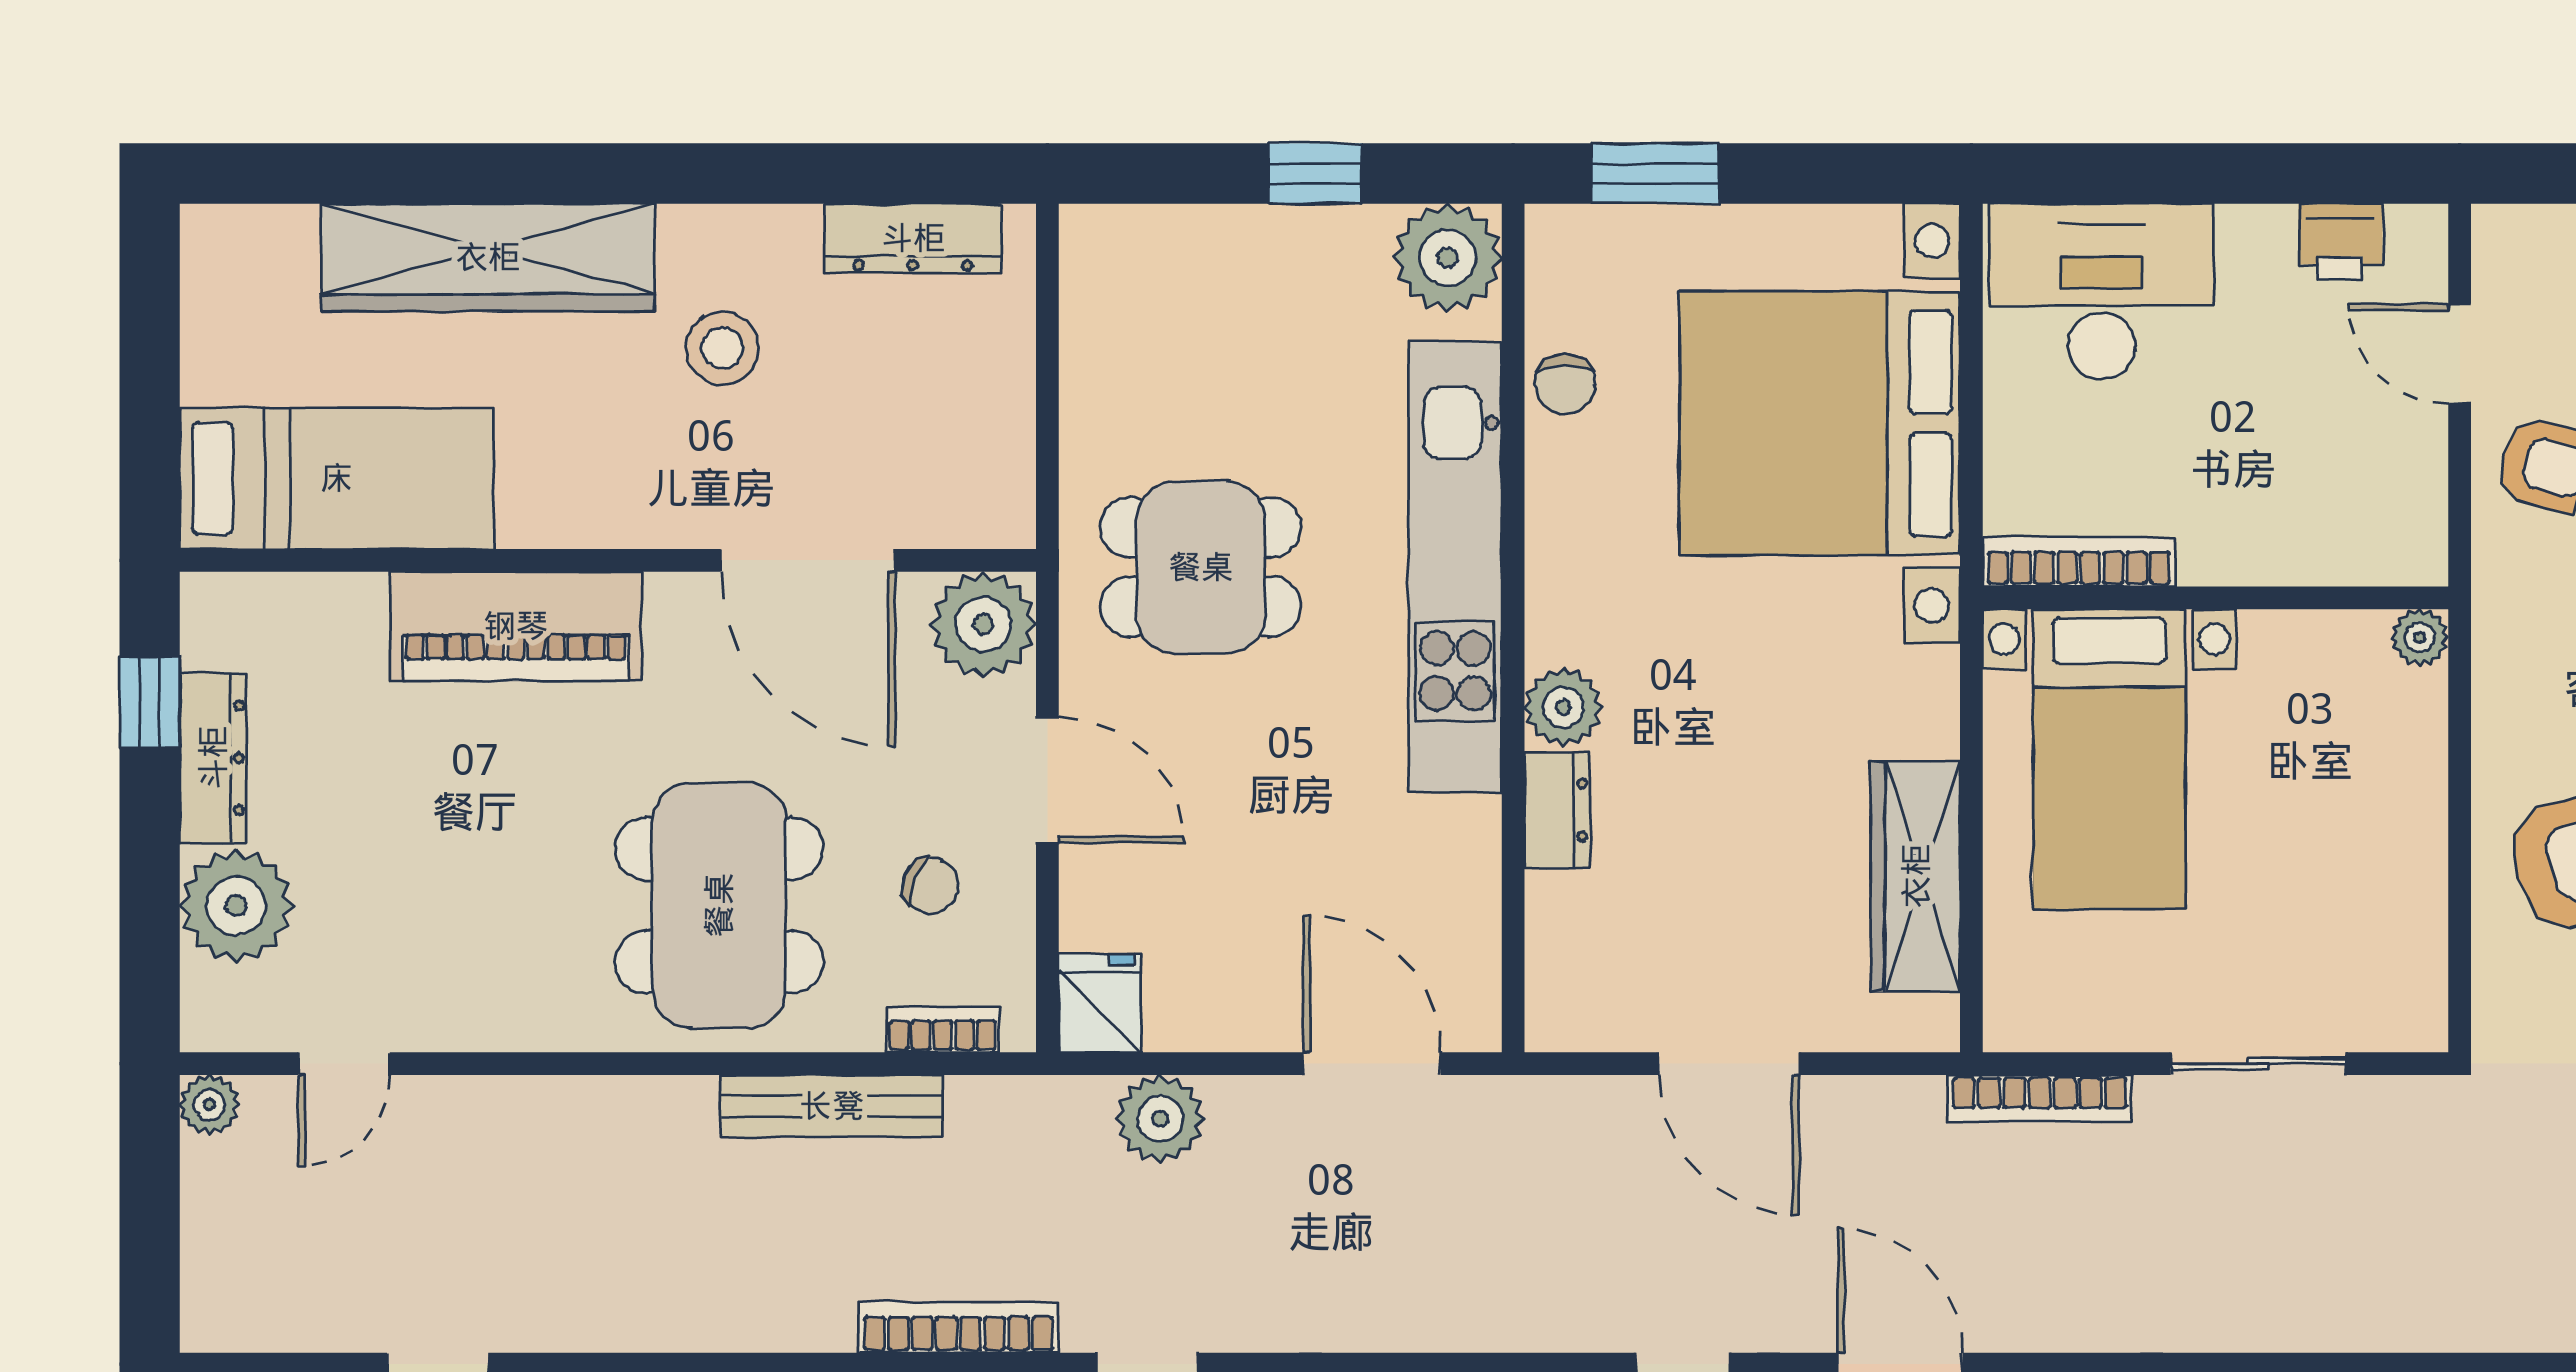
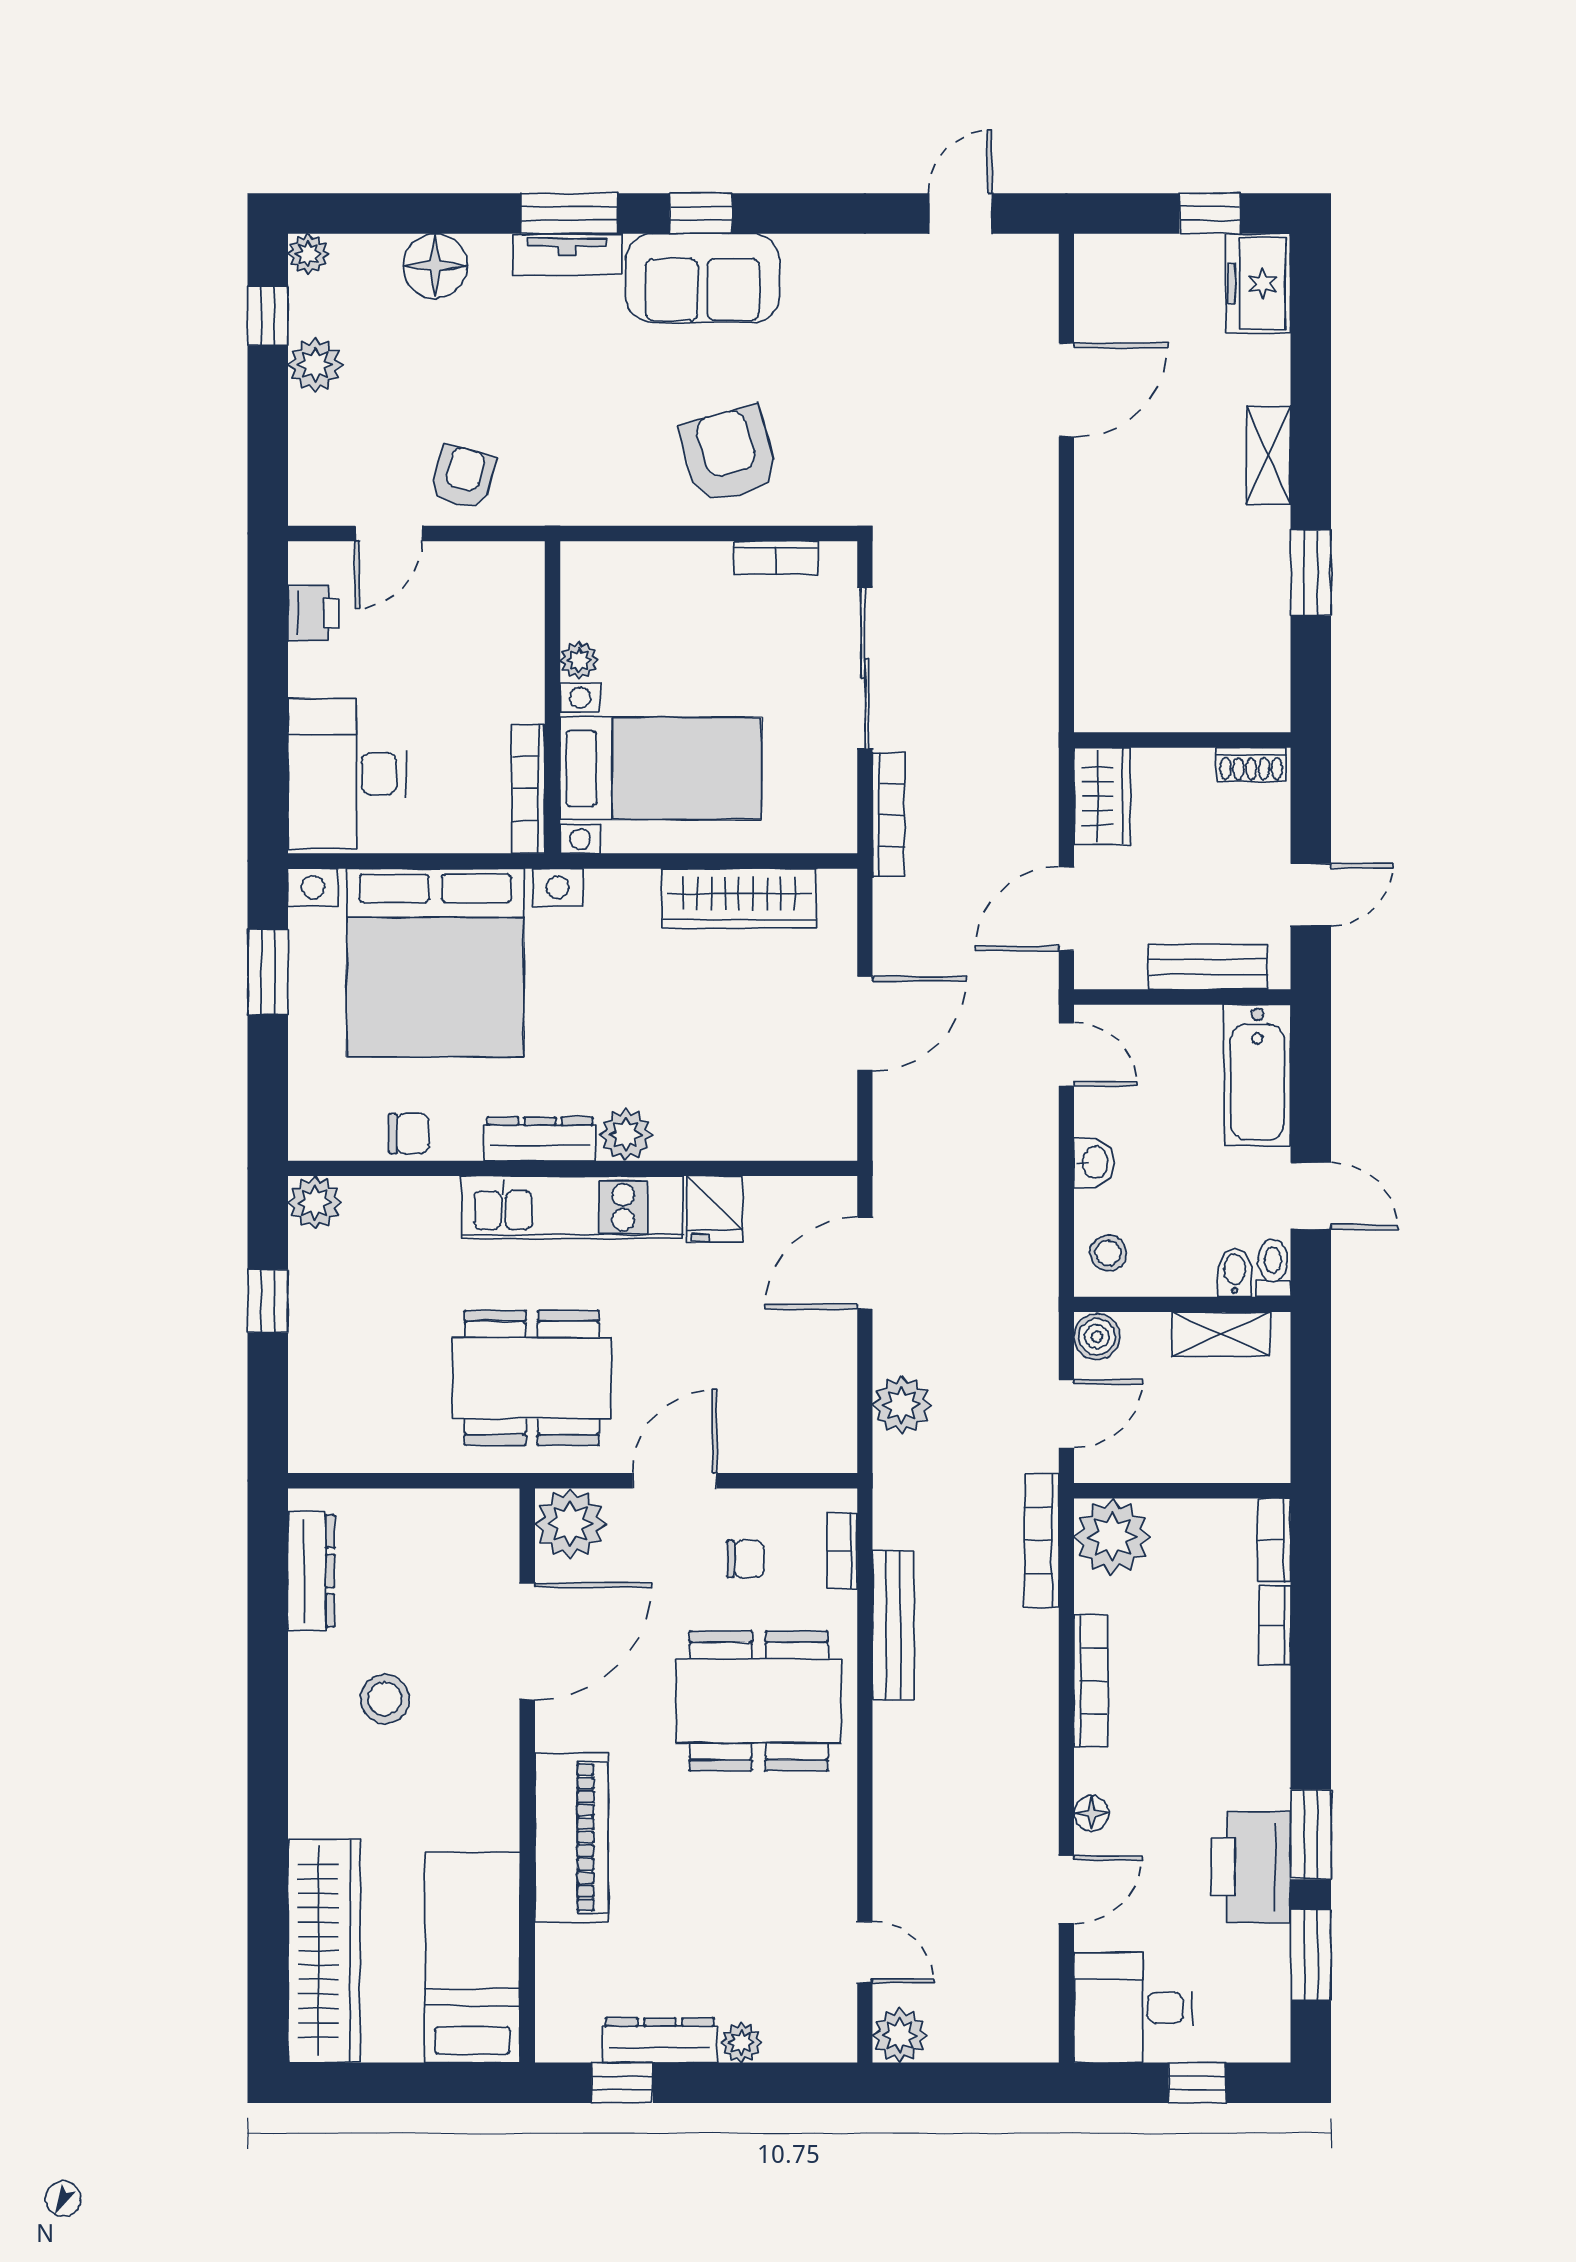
window: (1655, 173) -> (268, 972), moved
wardrobe: (488, 257) -> (324, 1951), moved
plant: (1448, 258) -> (315, 1203), width x0.73, depth x0.73
dining table: (1201, 567) -> (532, 1378), width x1.38
kitchen unit: (1455, 567) -> (572, 1207), width x0.73
plant: (2420, 638) -> (579, 660), moved
dresser: (1557, 810) -> (540, 1139), moved, width x1.44
chair: (931, 885) -> (745, 1559), turned 67
plant: (236, 906) -> (741, 2042), width x0.53, depth x0.53
bookcase: (2423, 931) -> (776, 558), added
fridge: (1100, 1003) -> (715, 1209), moved, turned -90
sliding door: (2258, 1064) -> (865, 668), width x1.37
plant: (209, 1105) -> (900, 2035), width x1.38, depth x1.38

